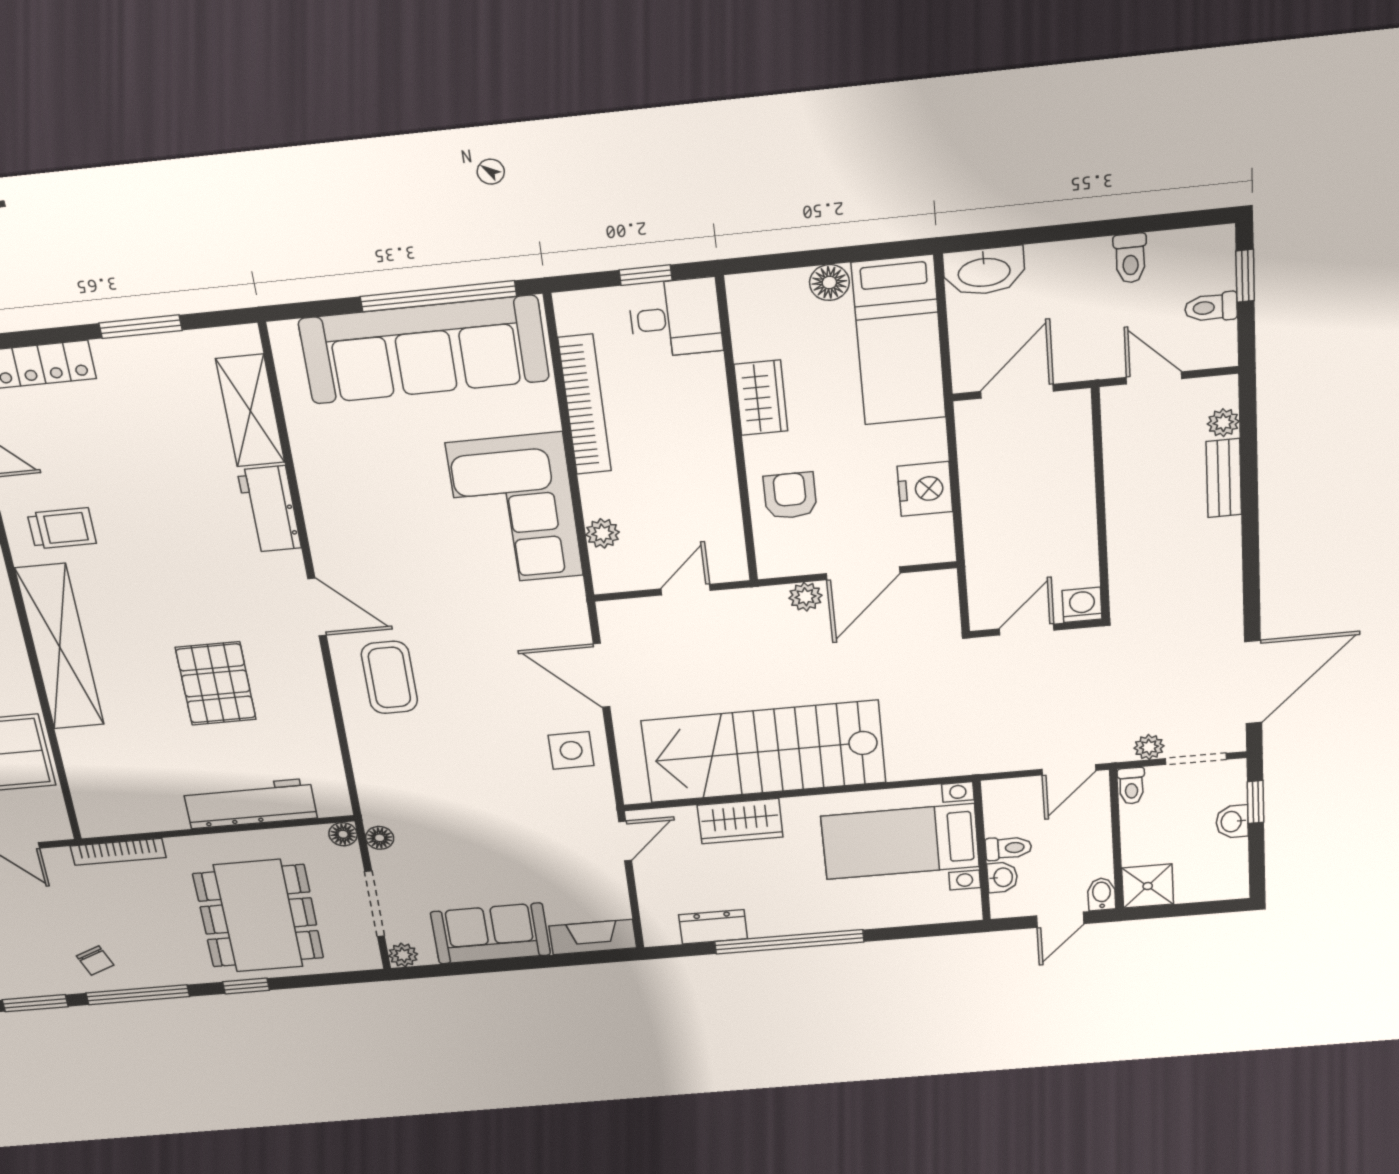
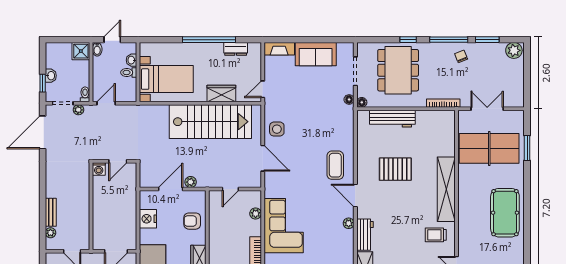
armchair: (790, 496) -> (192, 221), turned 90
pallet: (216, 684) -> (395, 169), turned 90
plant: (403, 955) -> (349, 223), moved

